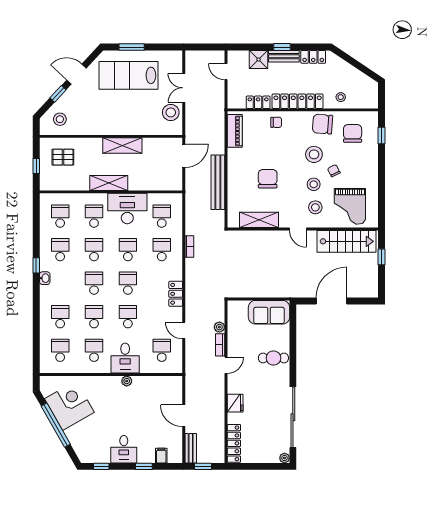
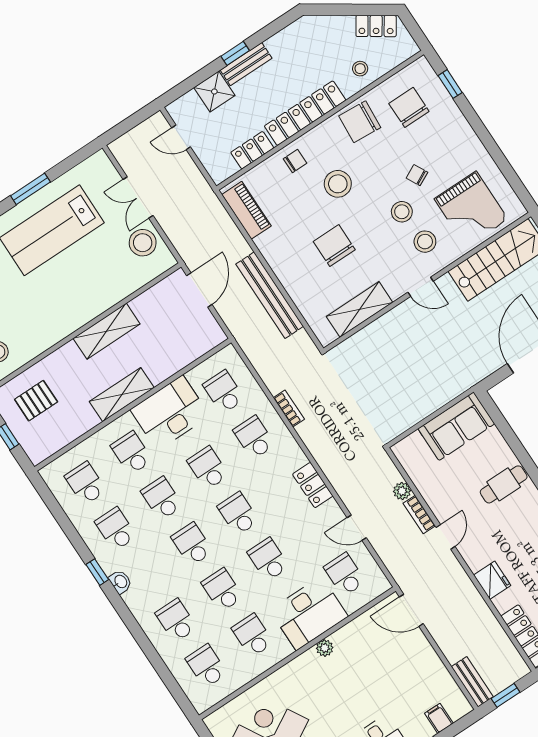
locker: (313, 57) -> (376, 26), moved, turned 34
stool: (314, 154) -> (338, 184), moved
desk: (125, 358) -> (309, 613), width x1.37
door: (184, 416) -> (411, 610), moved

